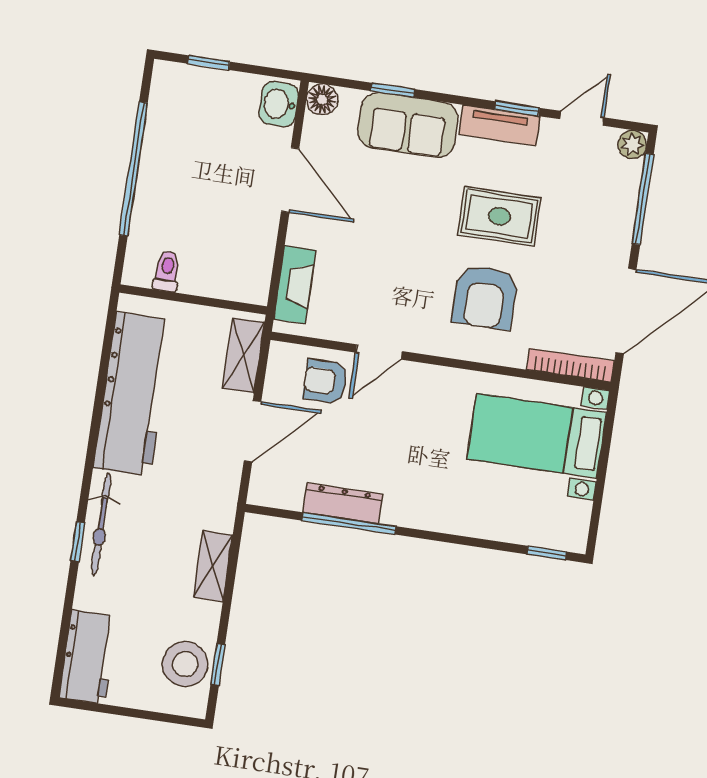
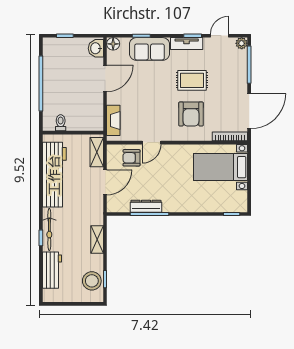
door: (290, 180) -> (105, 78), hinge flipped
workbench: (88, 657) -> (52, 270), moved

